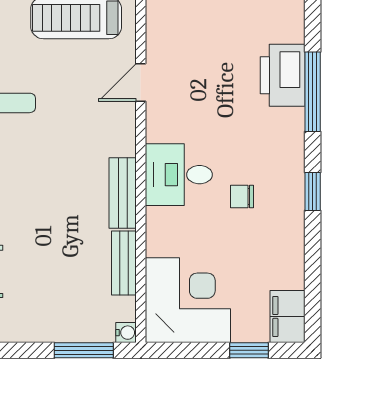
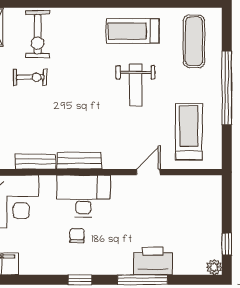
door: (141, 82) -> (148, 172), hinge flipped
desk: (179, 175) -> (83, 196), width x1.37

